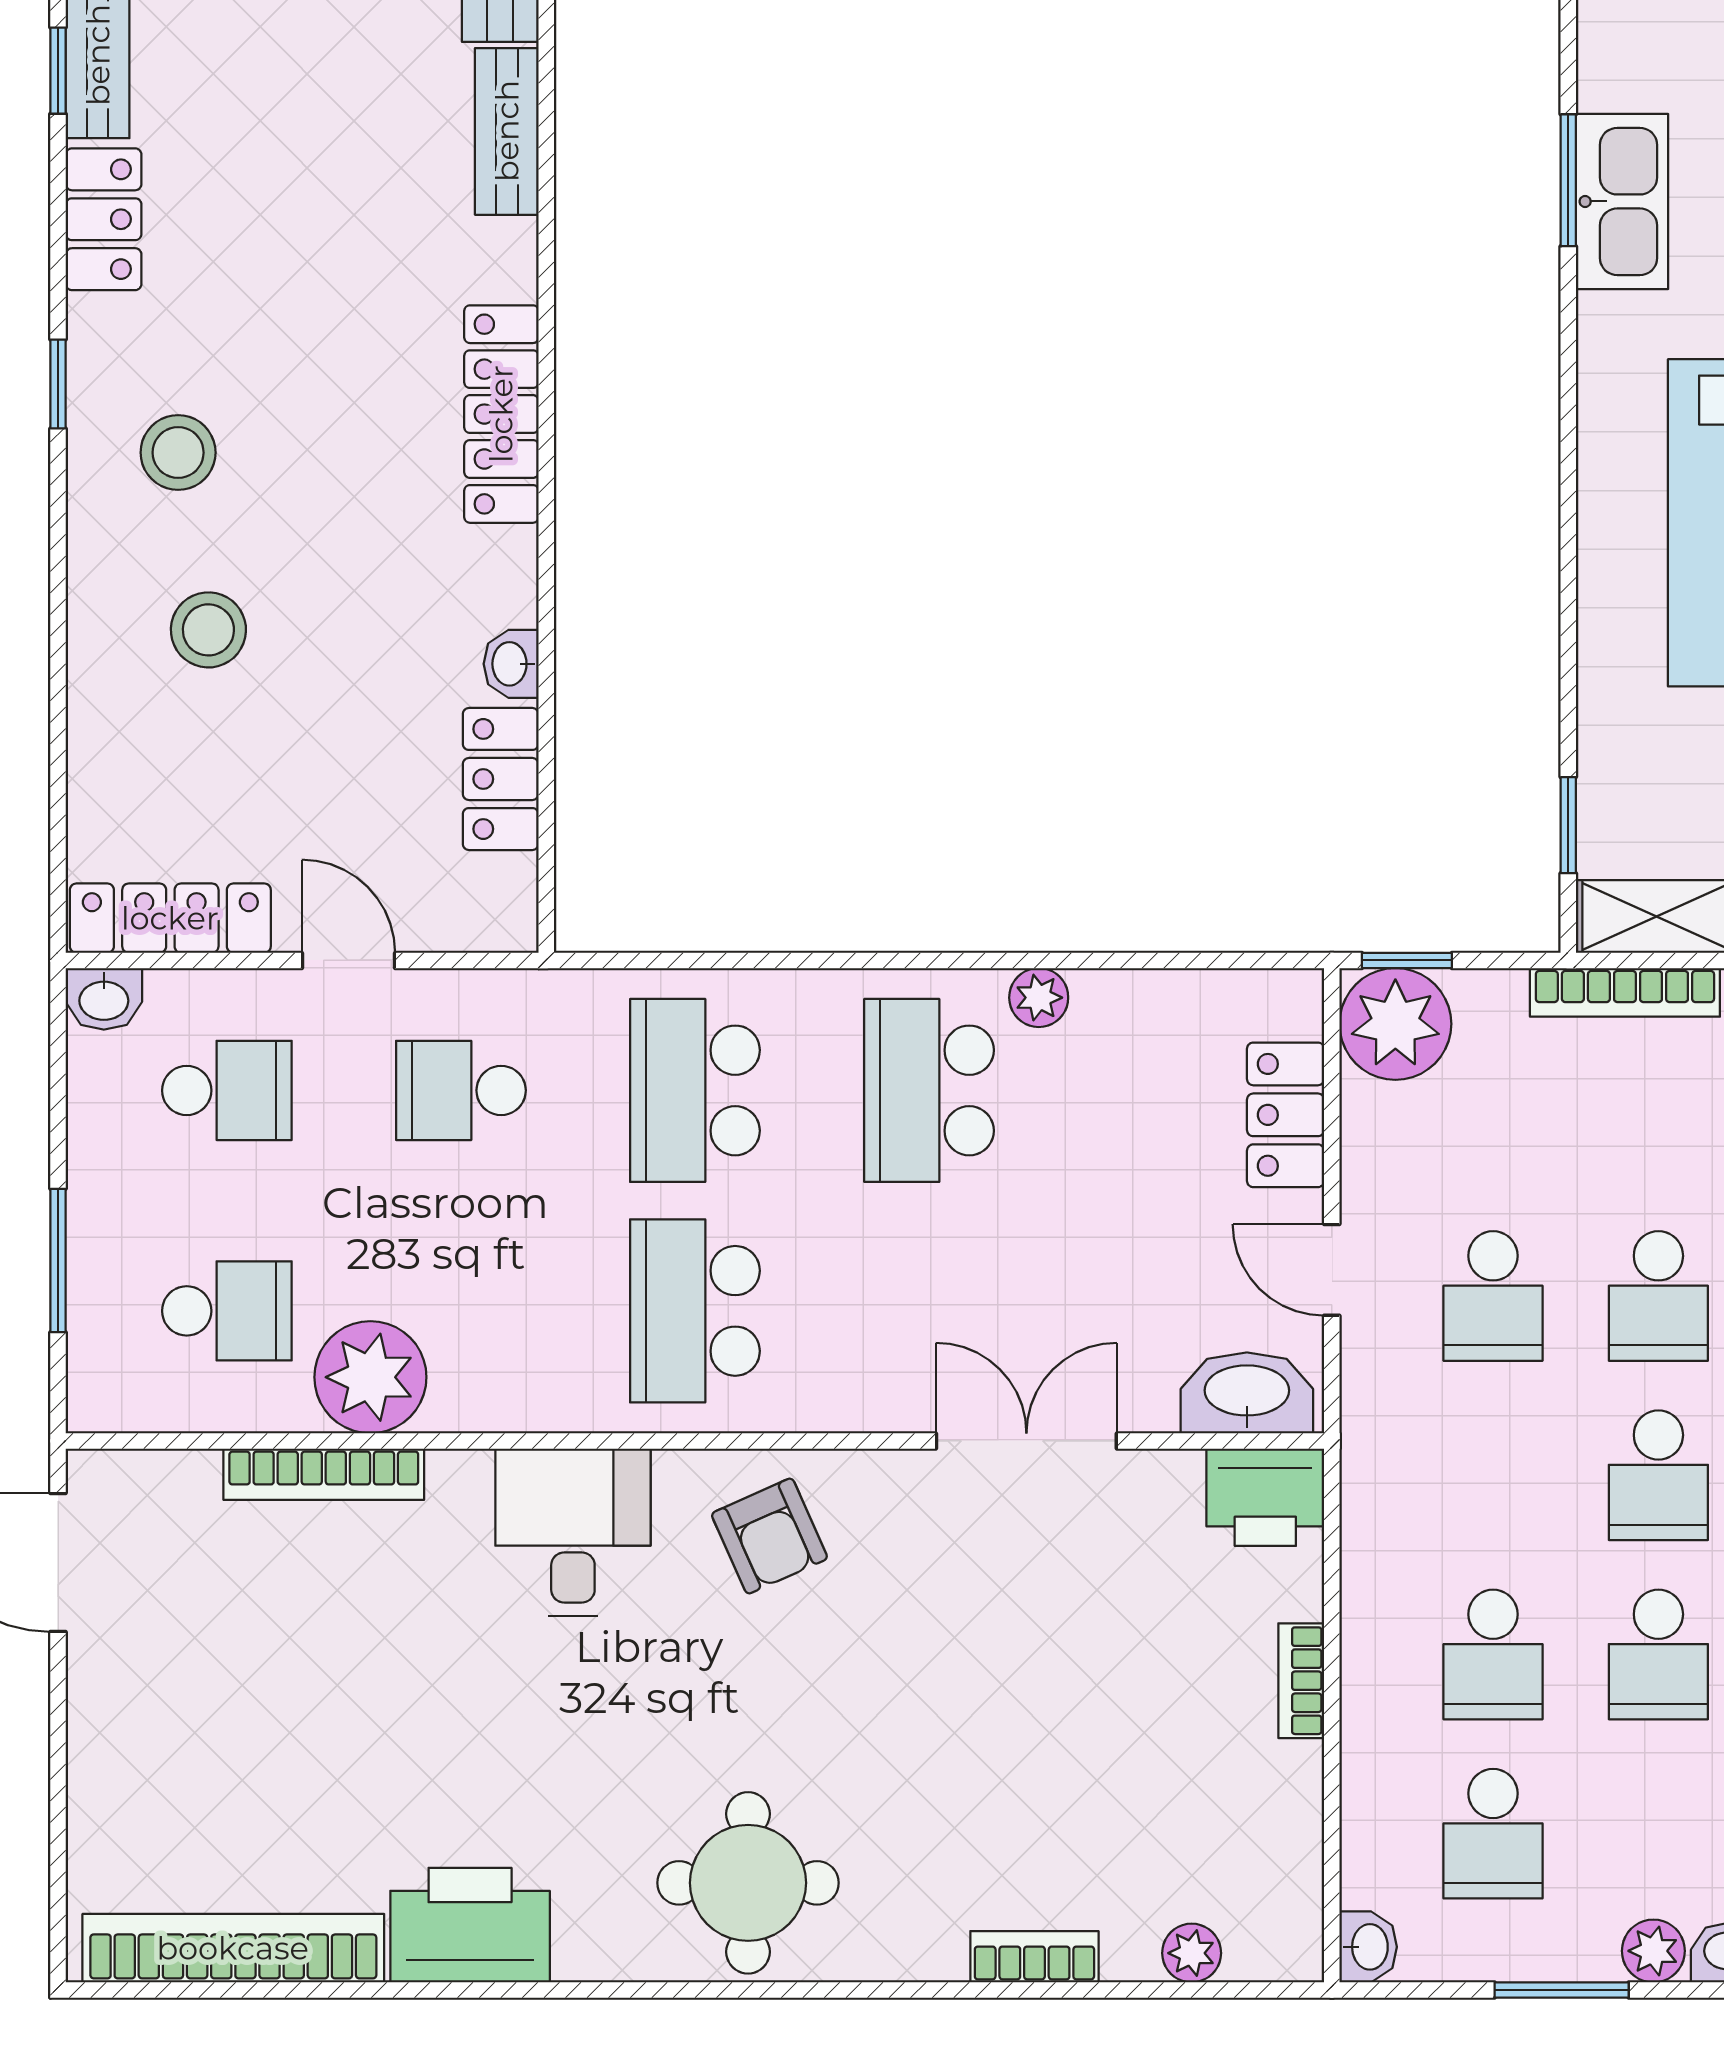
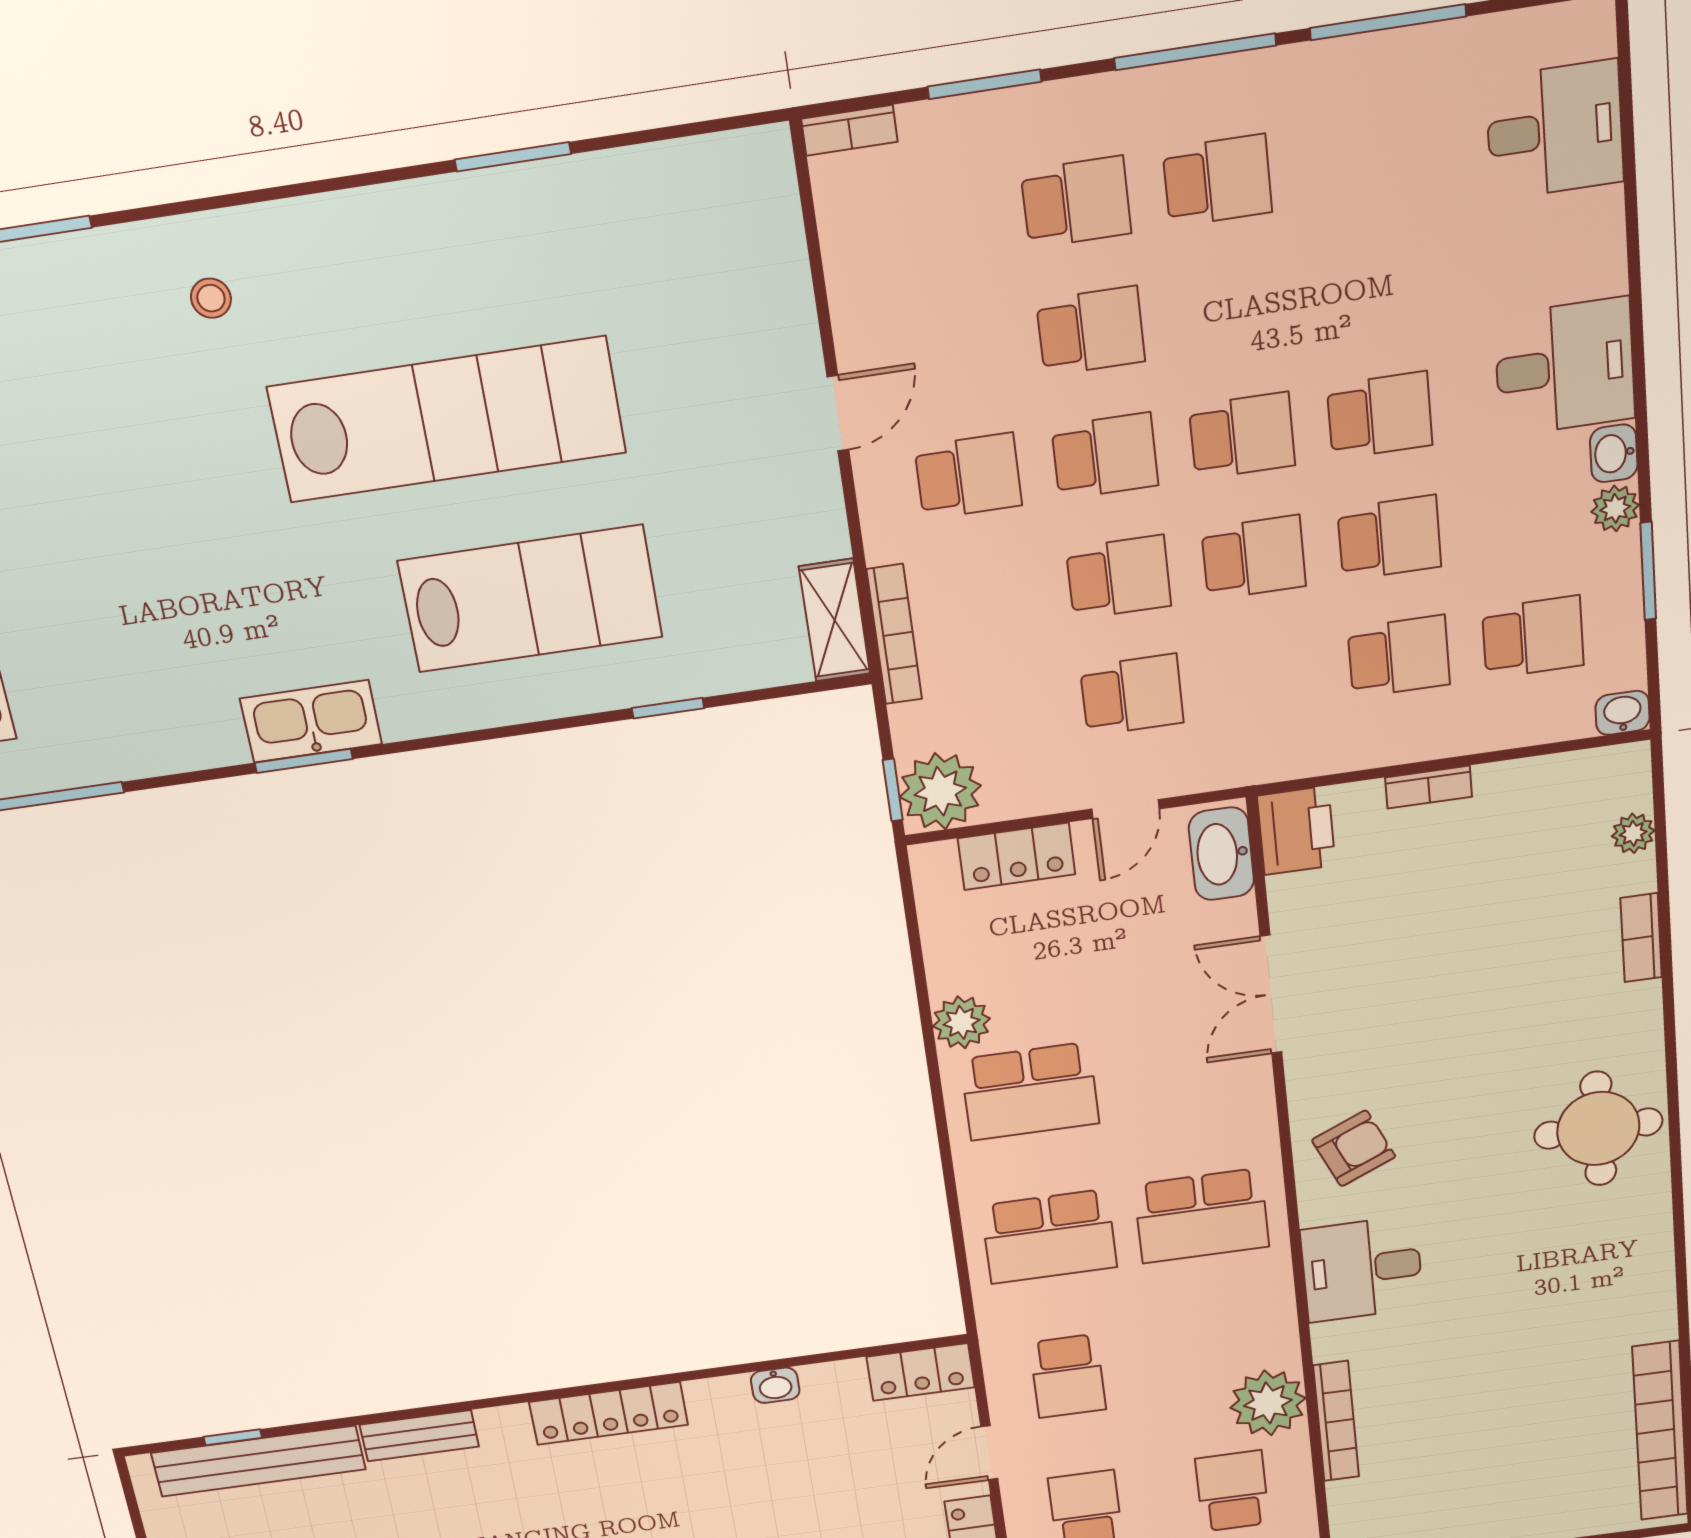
locker: (501, 779) -> (921, 1372), moved
window: (1568, 825) -> (668, 708), moved
plant: (1039, 998) -> (961, 1022), width x1.38, depth x1.38
printer: (470, 1925) -> (1637, 1294), removed

